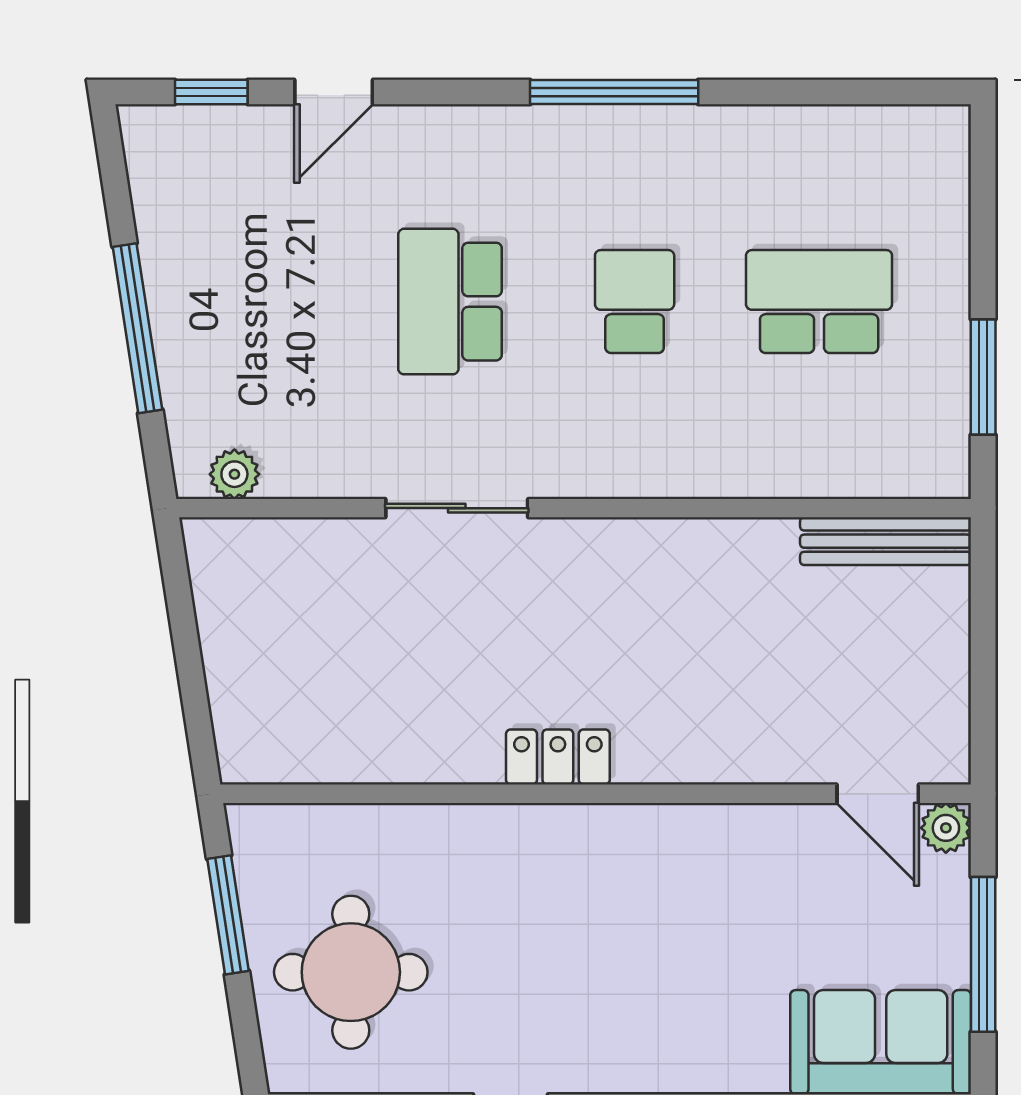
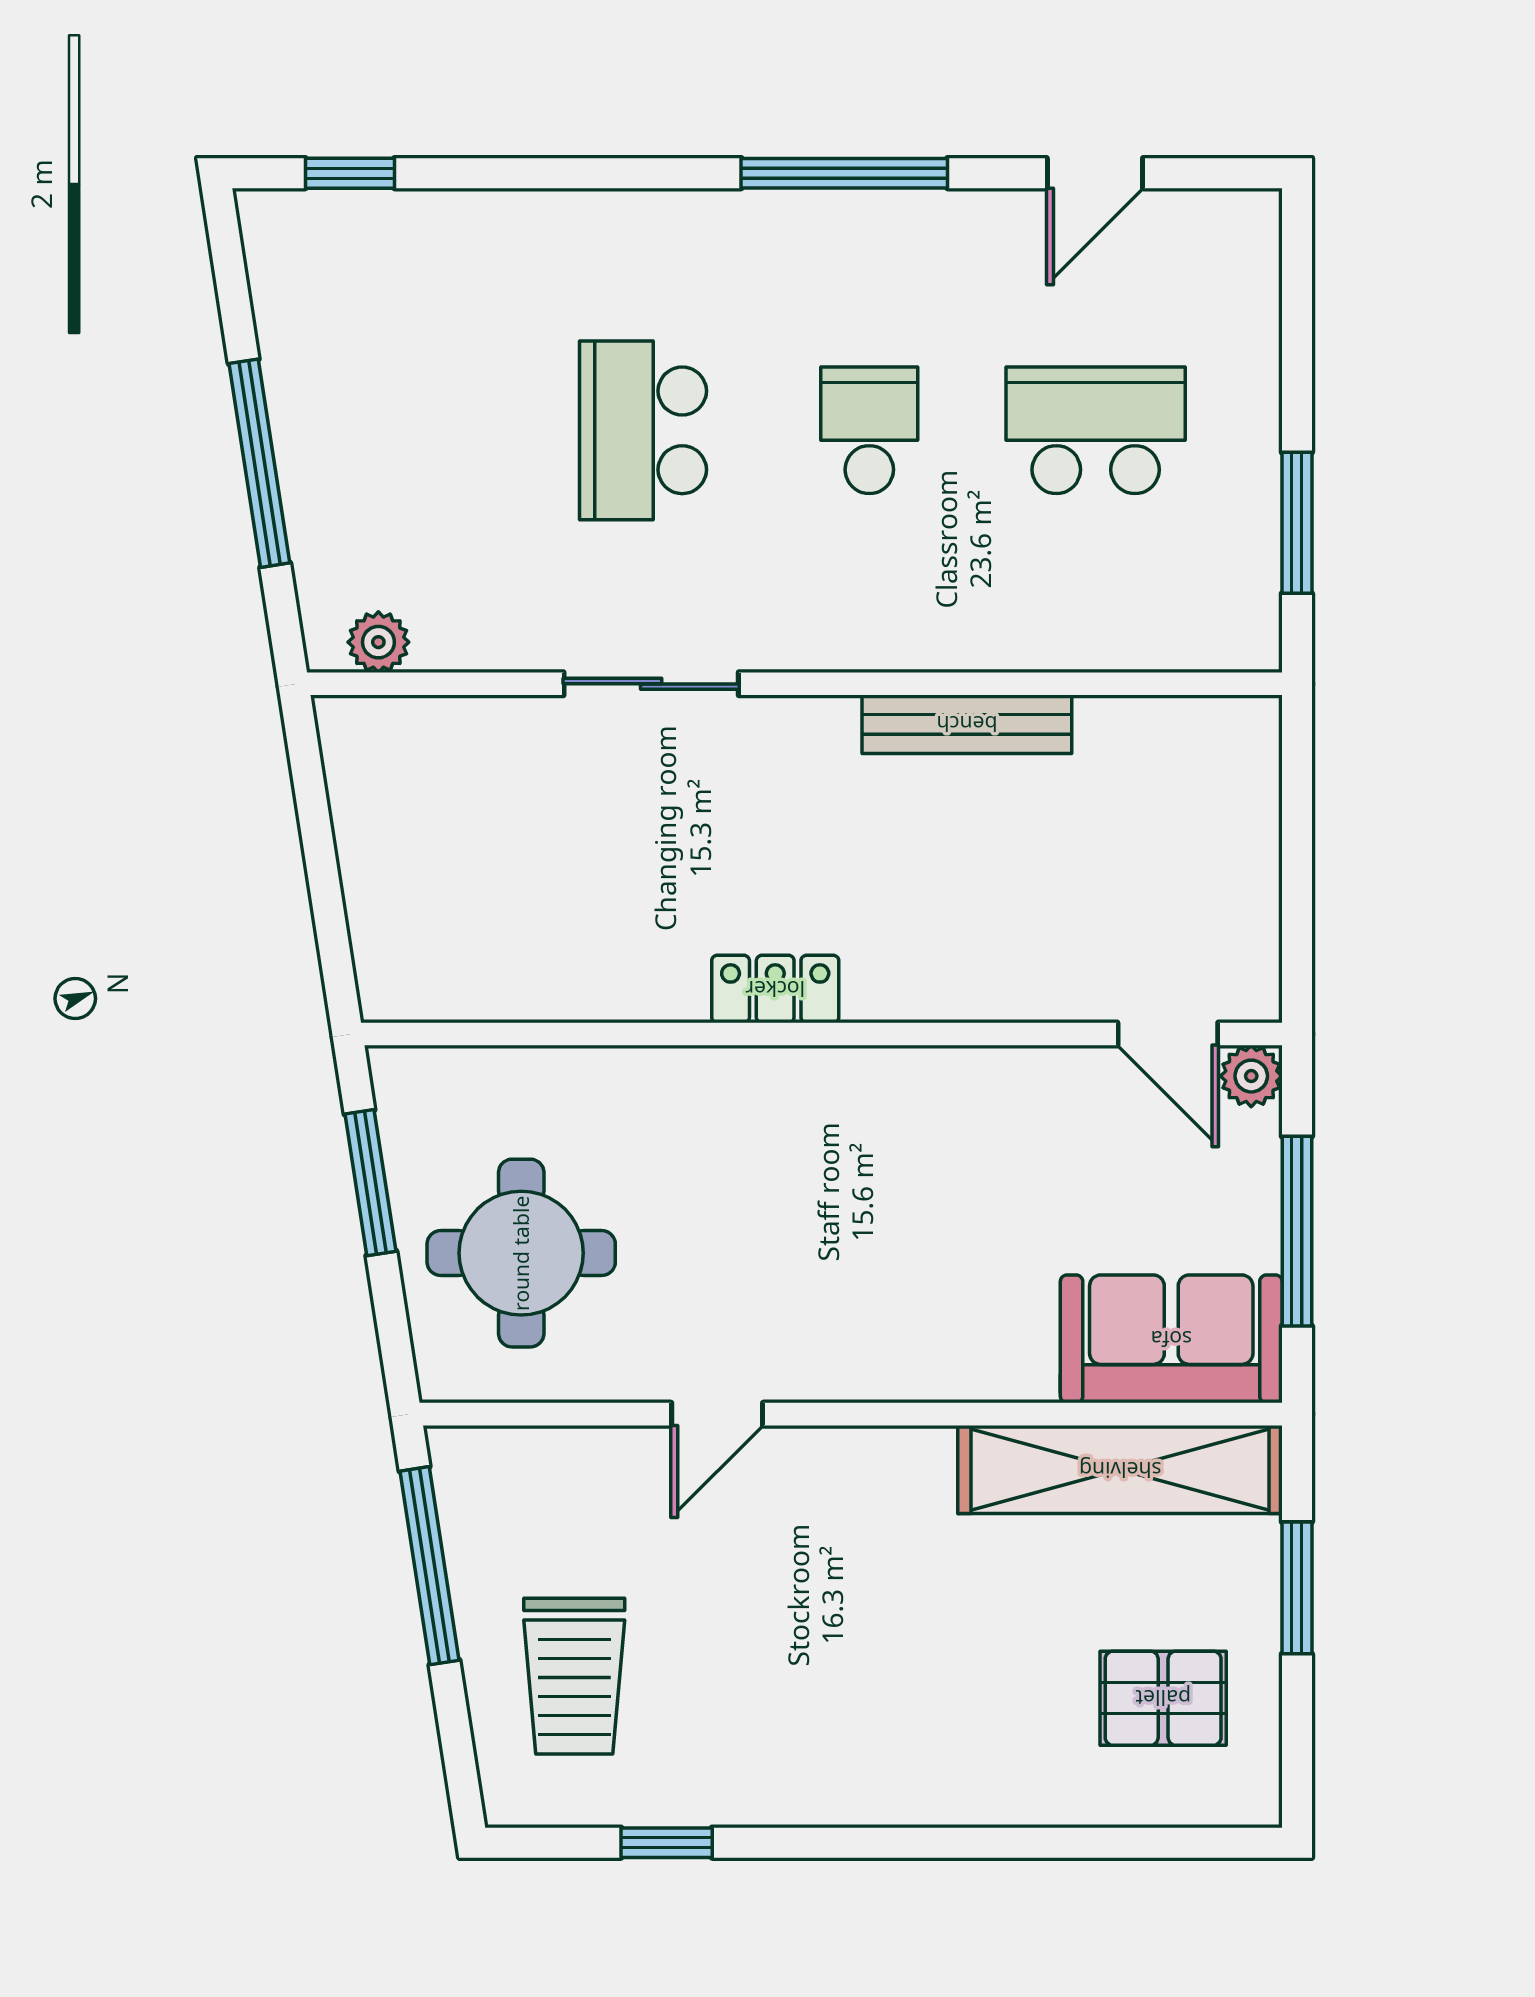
door: (334, 92) -> (1095, 173), moved
bench: (886, 541) -> (967, 724), moved

